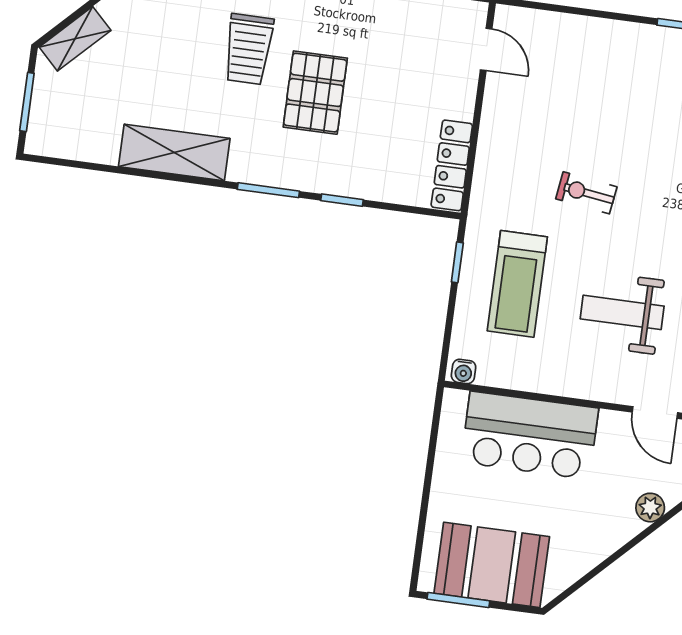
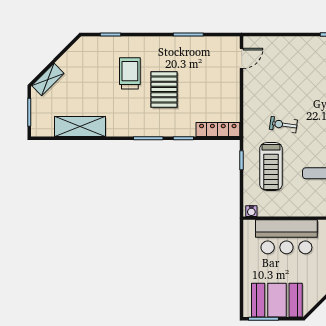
trolley: (248, 49) -> (130, 73), turned 180
door: (486, 49) -> (242, 58), hinge flipped
shelving: (174, 152) -> (80, 127), moved
locker: (452, 165) -> (218, 130), moved, turned 90
exercise bike: (586, 193) -> (283, 125), moved

